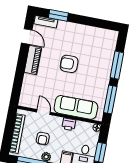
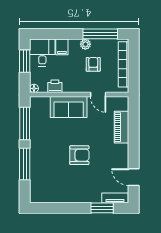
piano: (33, 60) -> (121, 127), moved
sofa: (76, 107) -> (69, 107), width x0.73
printer: (69, 124) -> (55, 86), moved

